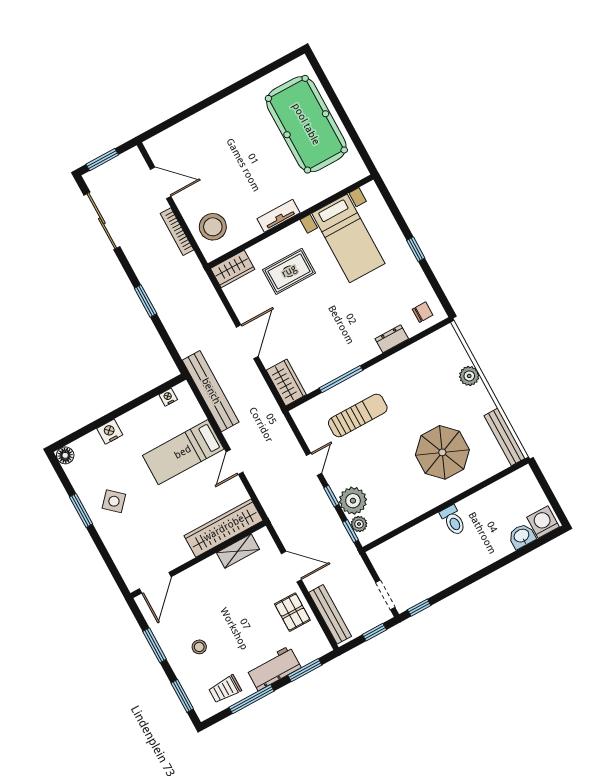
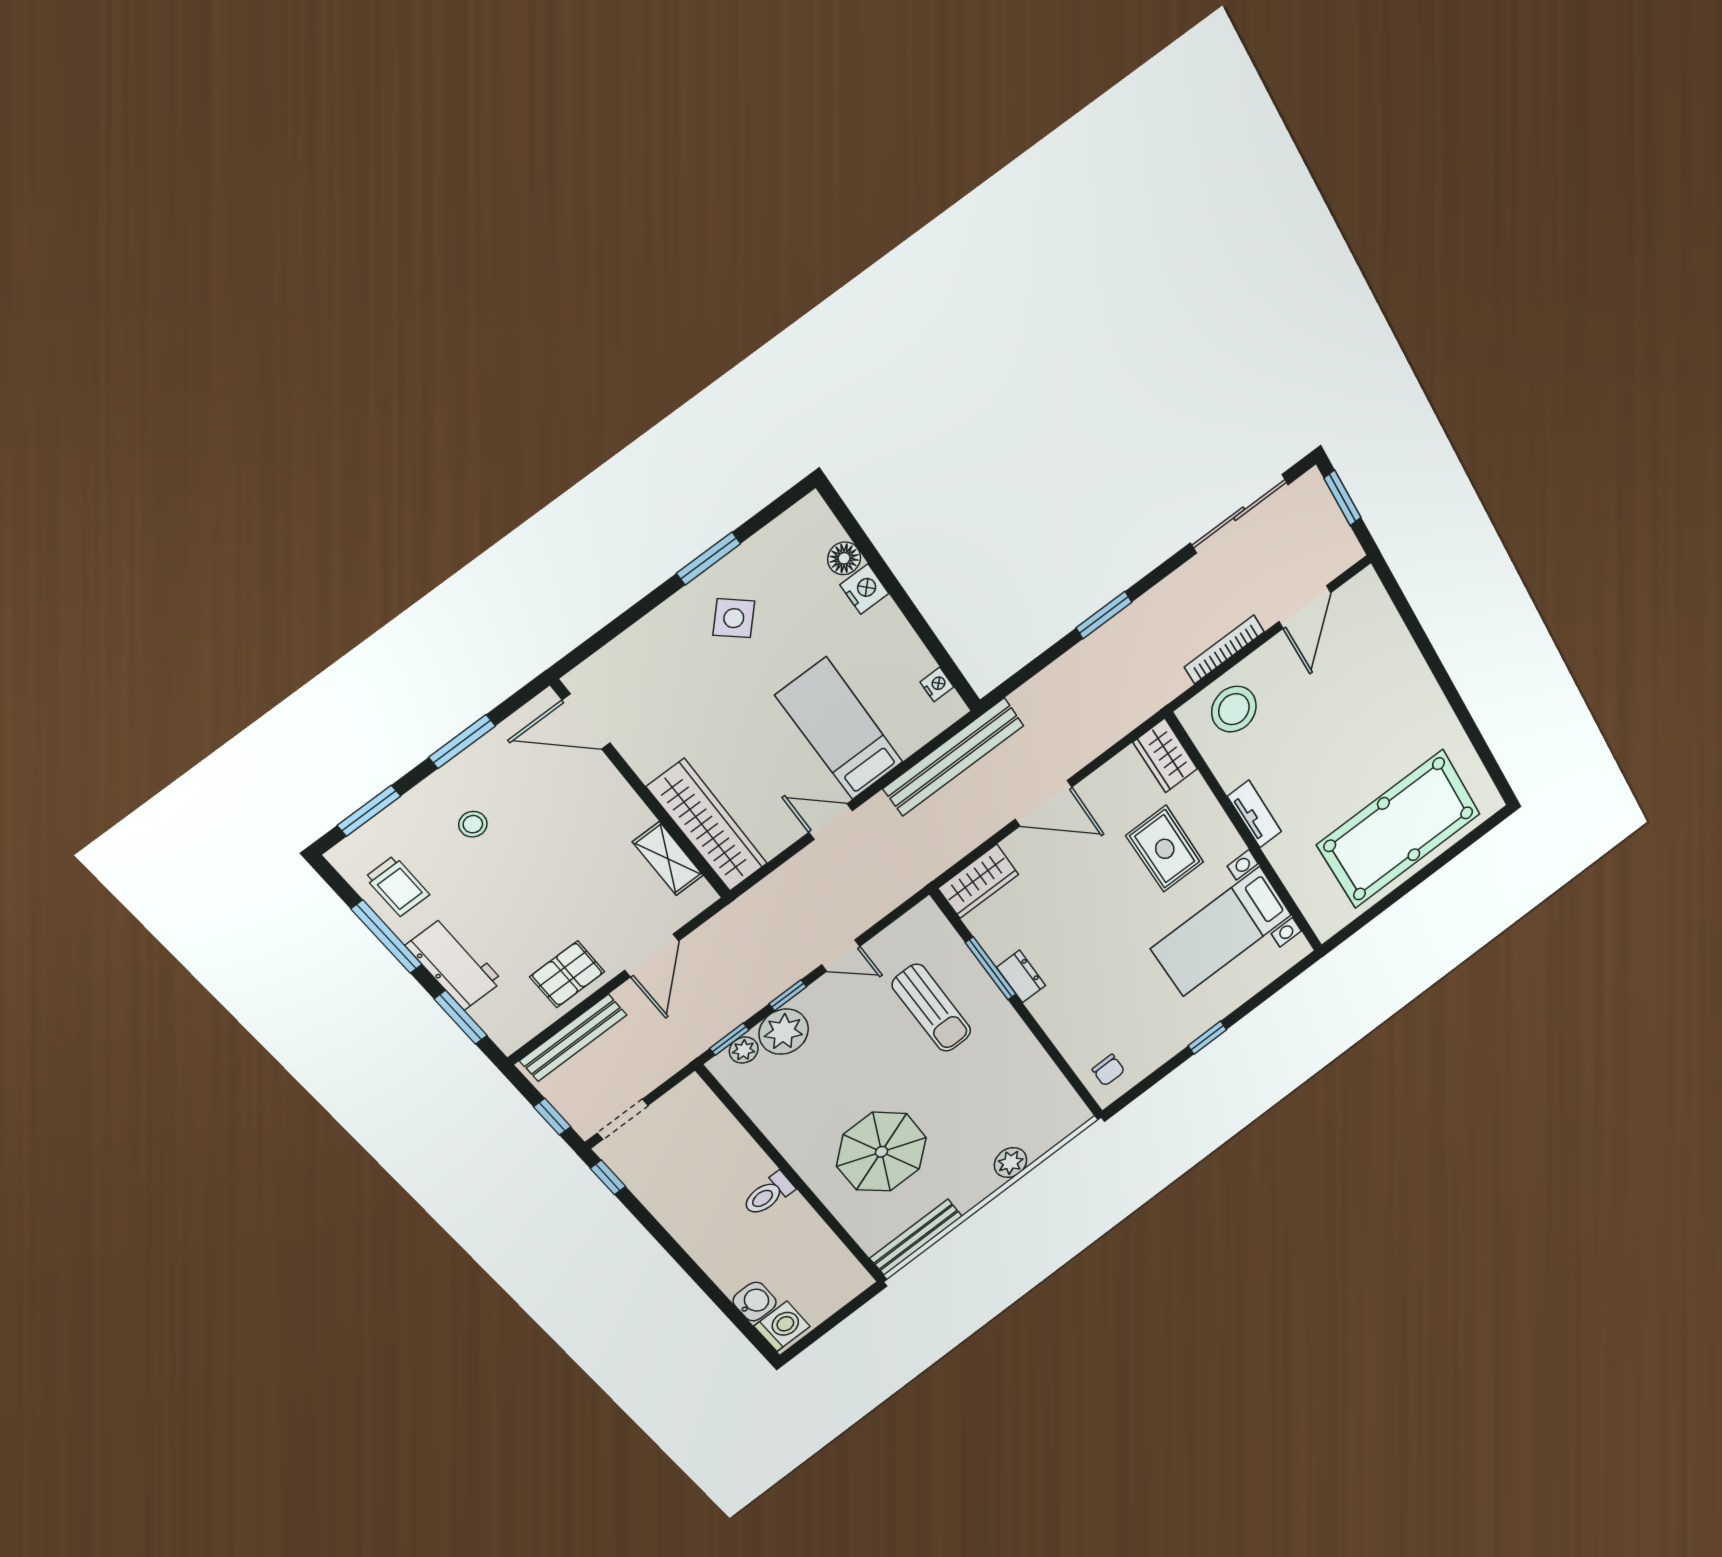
dresser: (392, 339) -> (1021, 976), moved
floor lamp: (65, 455) -> (844, 558), moved
trolley: (225, 689) -> (397, 886), turned 180

